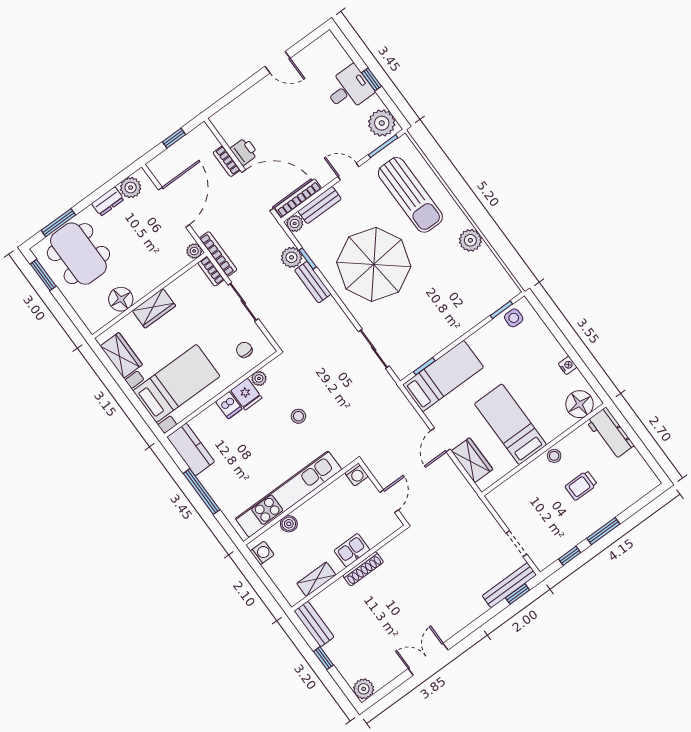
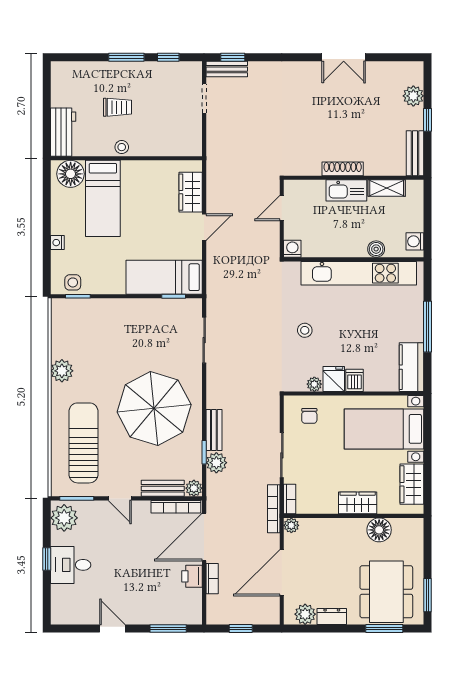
window: (233, 95) -> (168, 629), added
door: (258, 190) -> (204, 537), hinge flipped
nightstand: (568, 365) -> (57, 243), moved
bed: (510, 424) -> (103, 198), moved
kitchen sink: (352, 550) -> (346, 190), width x1.38
bench: (509, 585) -> (227, 69), width x0.73
plant: (364, 689) -> (413, 96), moved

